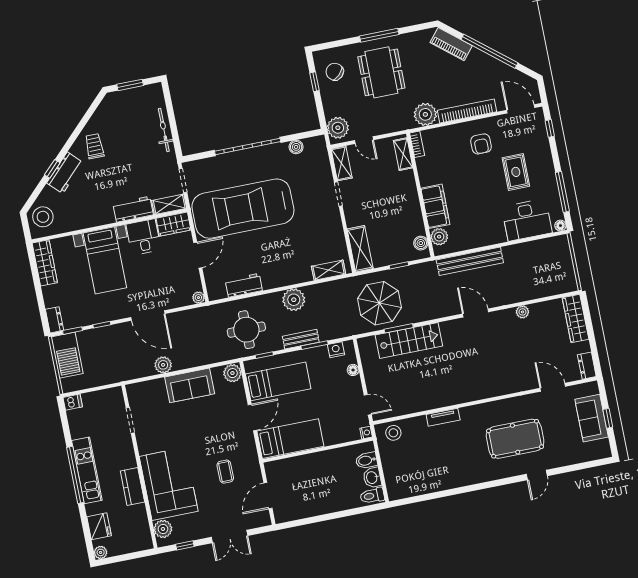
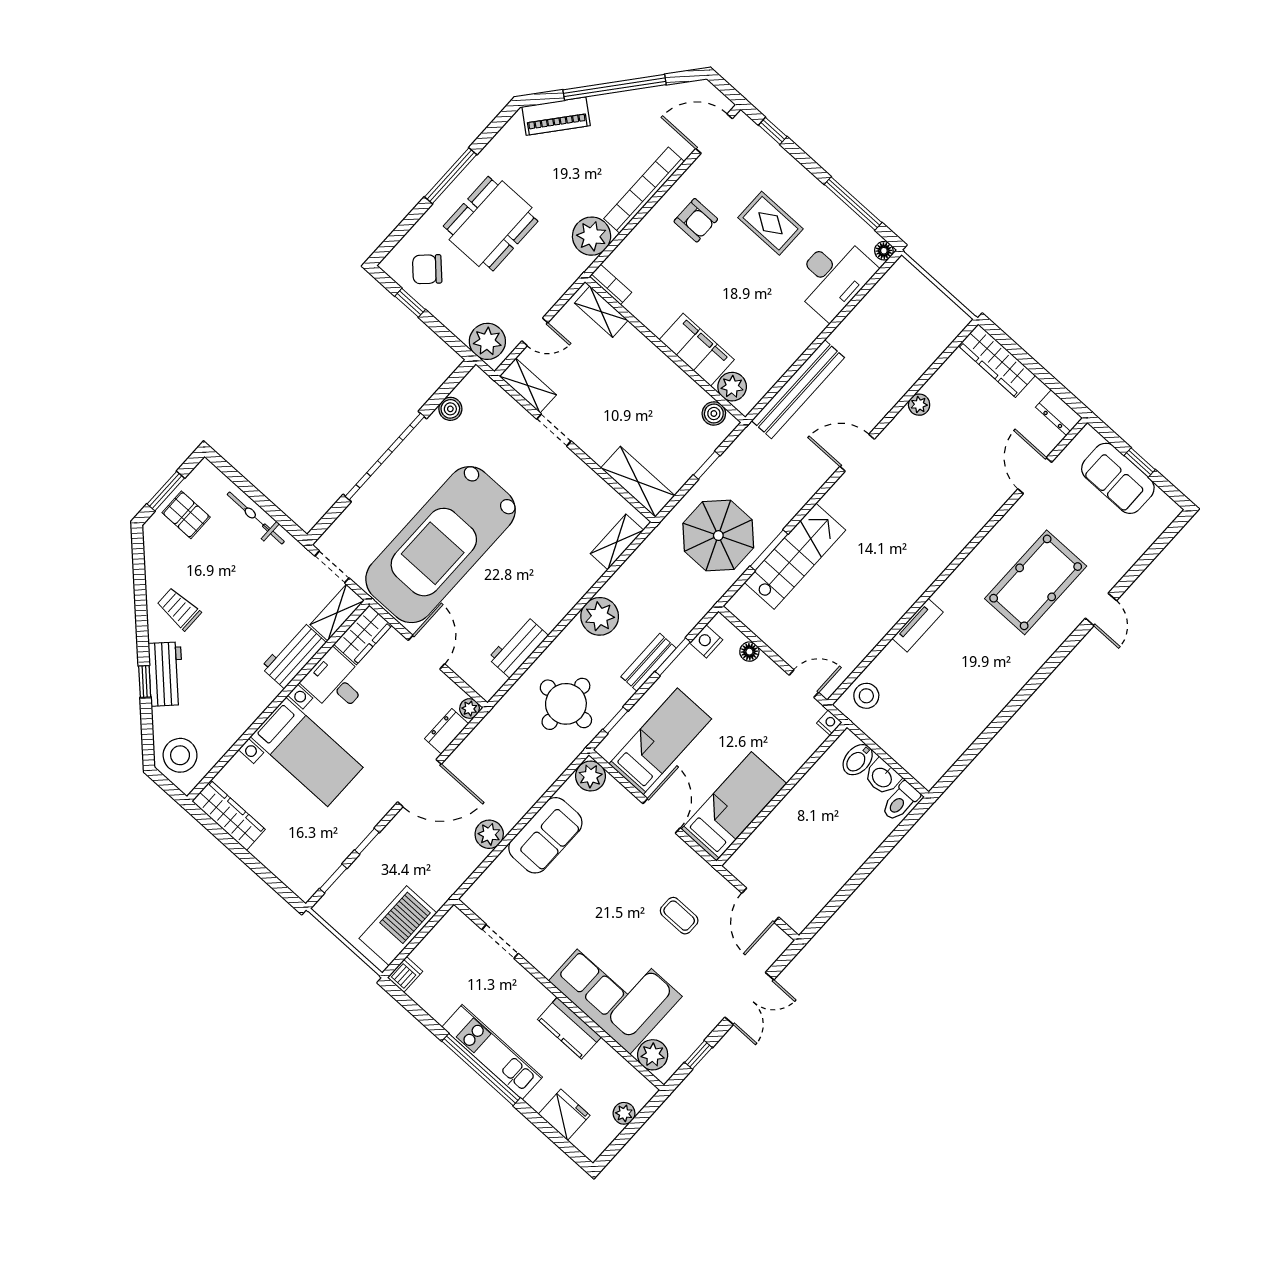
dining table: (381, 72) -> (491, 224), turned 90
pallet: (132, 104) -> (186, 515), added
dresser: (54, 320) -> (447, 731), moved, turned -90
barbecue: (67, 355) -> (398, 926), moved, turned -90
door: (553, 387) -> (1035, 476), hinge flipped
plant: (101, 552) -> (624, 1113), moved

